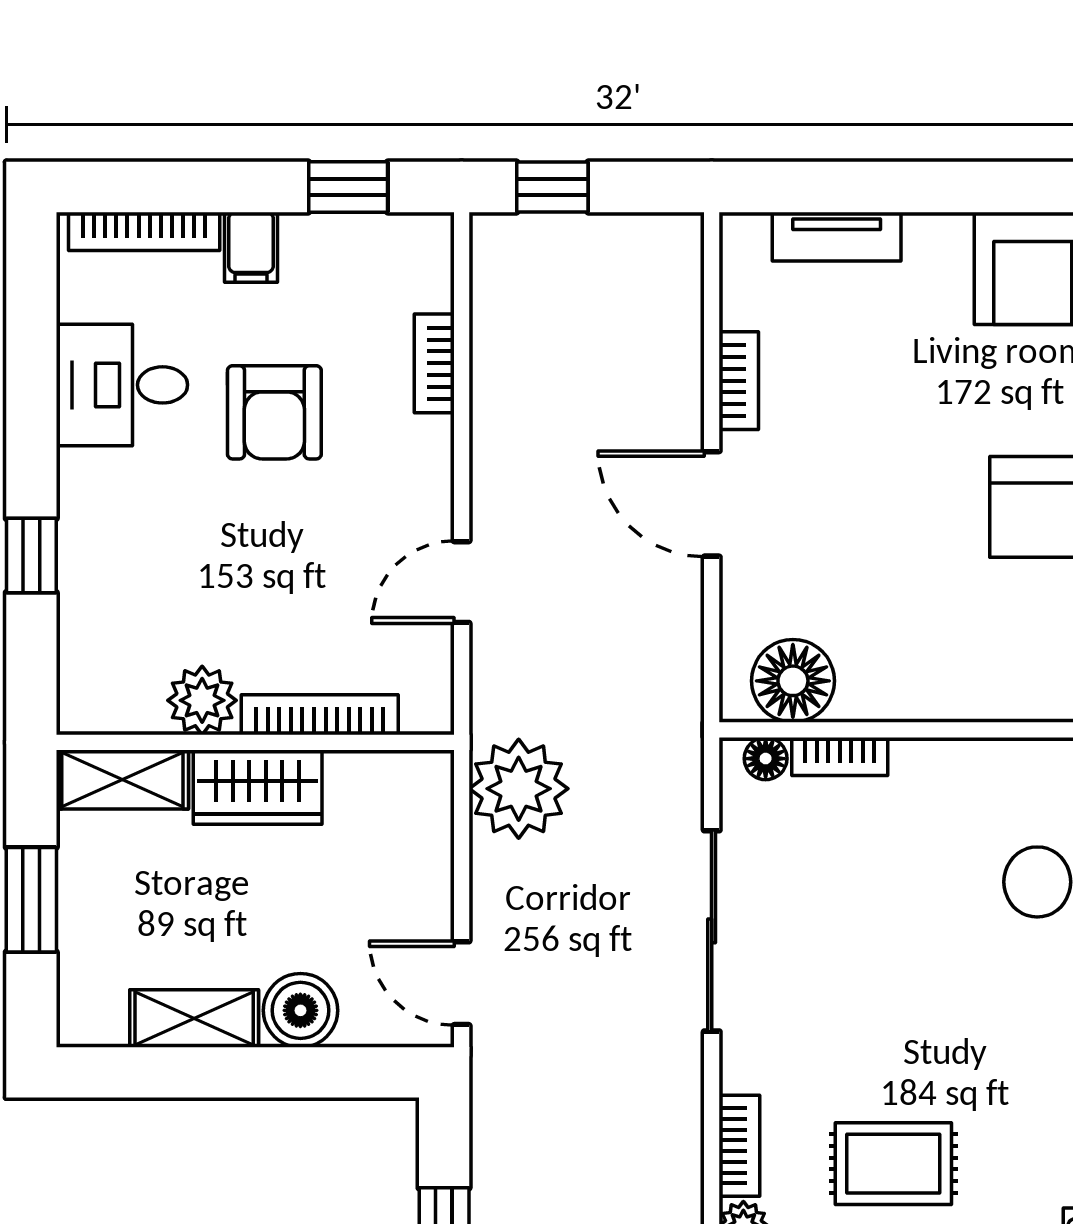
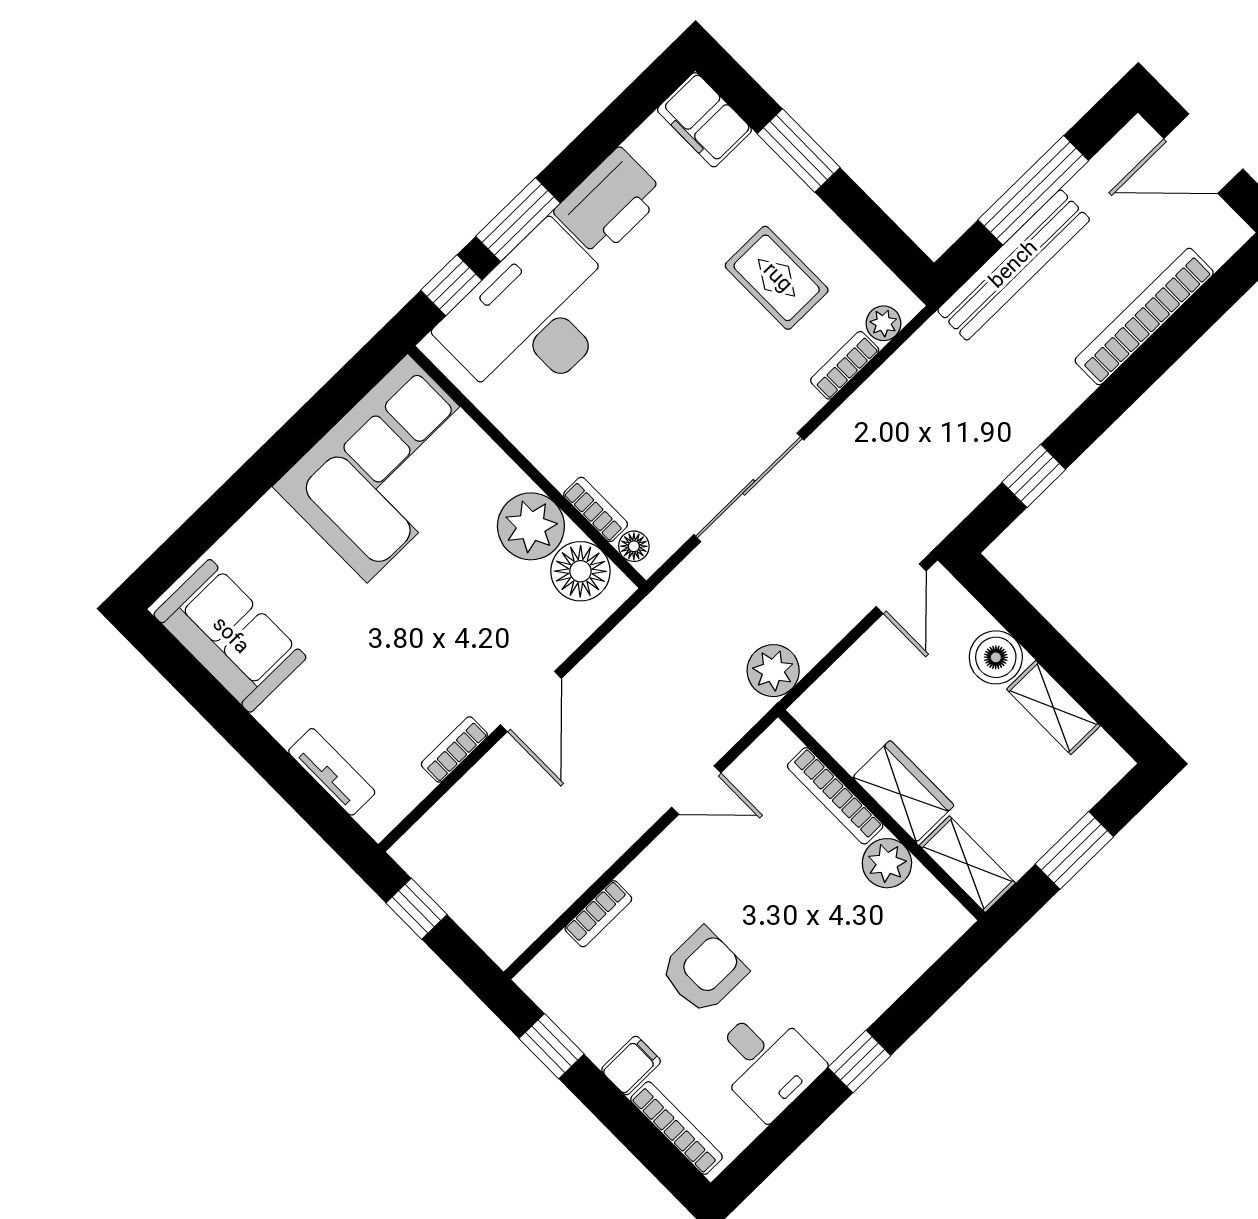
window: (552, 187) -> (417, 909), moved
window: (31, 556) -> (859, 1062), moved
plant: (886, 676) -> (531, 526), added
plant: (519, 789) -> (773, 671), width x0.73, depth x0.73

